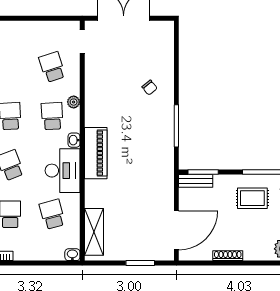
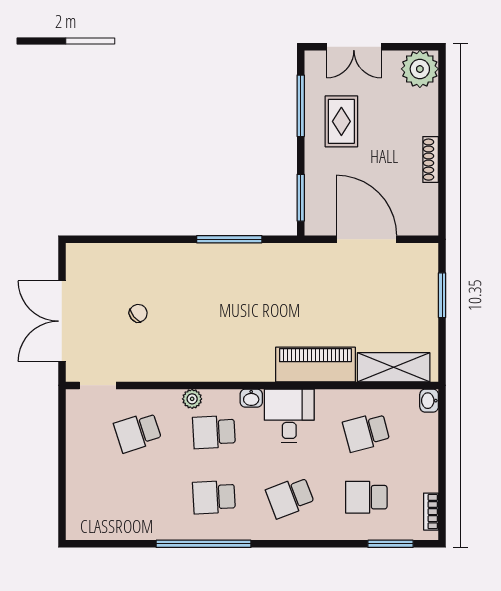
chair: (150, 88) -> (138, 313), moved
piano: (96, 153) -> (315, 364), moved
desk: (63, 171) -> (289, 416), width x0.73
bench: (196, 181) -> (314, 209), removed
door: (176, 230) -> (366, 239), moved

